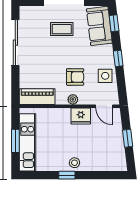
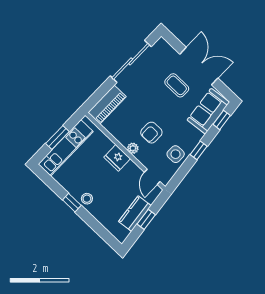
armchair: (75, 77) -> (151, 133), turned 90
piano: (37, 97) -> (107, 105), moved, turned 90
fridge: (81, 116) -> (117, 158), moved
kitchen counter: (116, 142) -> (135, 214), added

